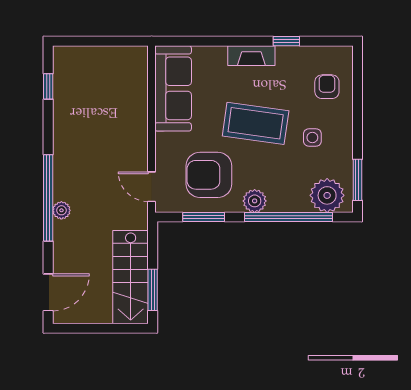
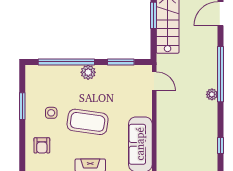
armchair: (209, 175) -> (117, 89), removed
window: (357, 180) -> (22, 106), moved
plant: (327, 195) -> (42, 76), removed
plant: (61, 210) -> (212, 94), moved

